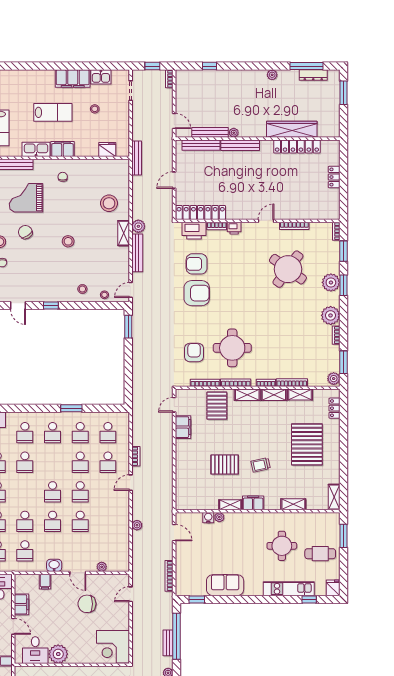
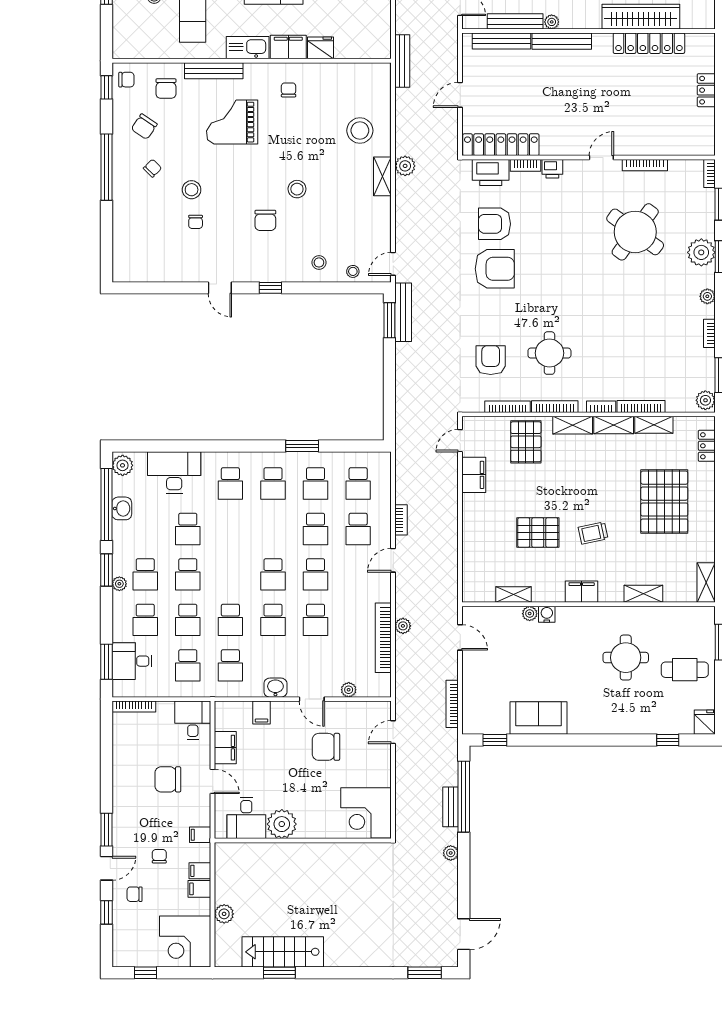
fridge: (107, 150) -> (320, 48), moved
chair: (25, 232) -> (265, 220), moved, turned -148
bench: (137, 253) -> (403, 312), moved
plant: (331, 315) -> (707, 296), width x0.53, depth x0.53
round table: (232, 348) -> (549, 353), width x0.73, depth x0.73
school desk: (25, 462) -> (230, 529), removed
shelving: (230, 505) -> (513, 594), moved
water cooler: (208, 518) -> (547, 614), moved
bookcase: (124, 533) -> (383, 638), added
kitchen unit: (289, 589) -> (636, 723), removed

